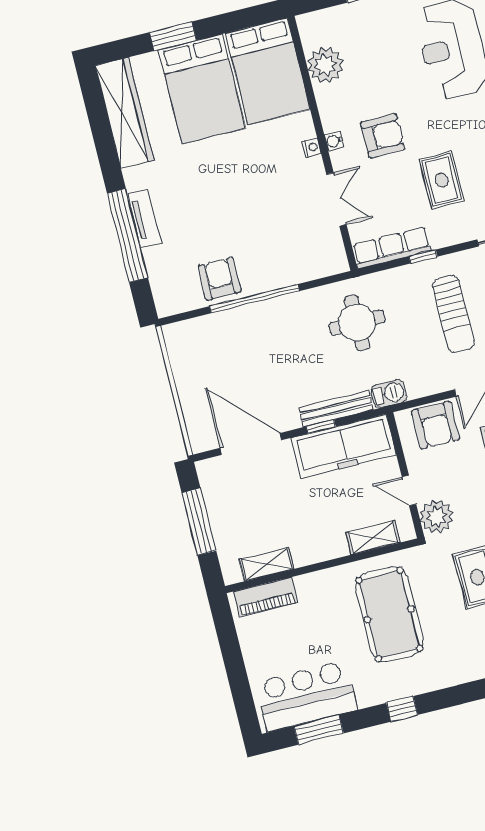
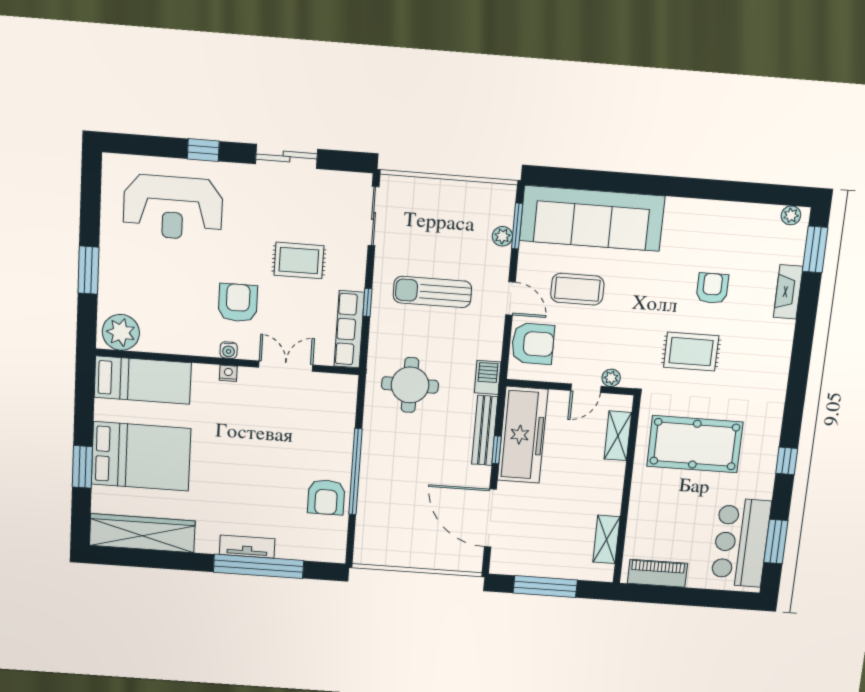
plant: (325, 65) -> (121, 332), moved
bed: (268, 71) -> (143, 380), width x0.67
armchair: (220, 279) -> (326, 497), turned -90
sun lounger: (453, 314) -> (432, 292), turned 180
door: (251, 444) -> (490, 518), hinge flipped
plant: (437, 516) -> (611, 378), width x0.53, depth x0.53
piano: (266, 597) -> (657, 573), moved, turned -90

